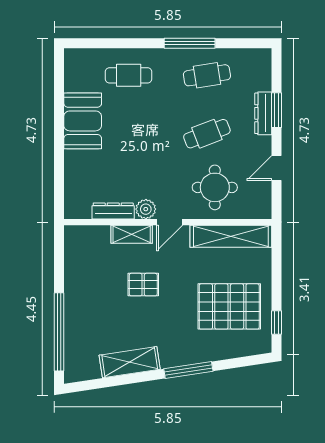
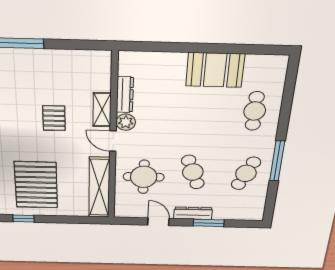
cafe table: (207, 75) -> (246, 173), turned 33
dresser: (263, 113) -> (193, 213), moved

